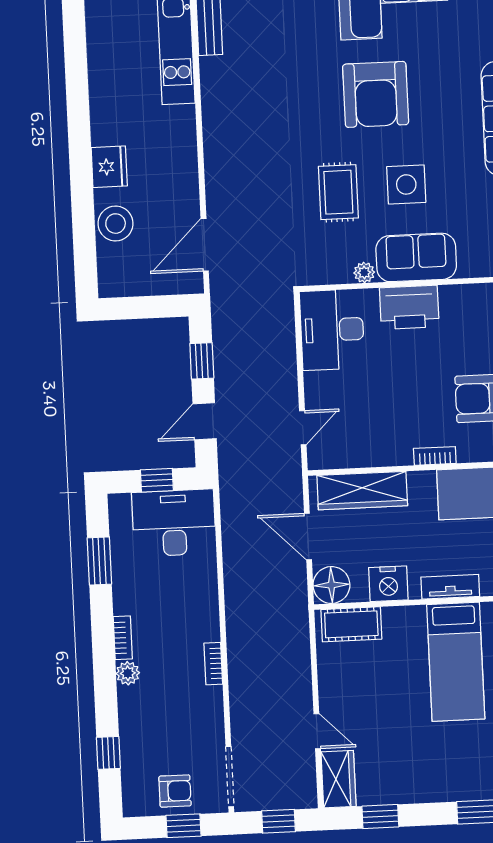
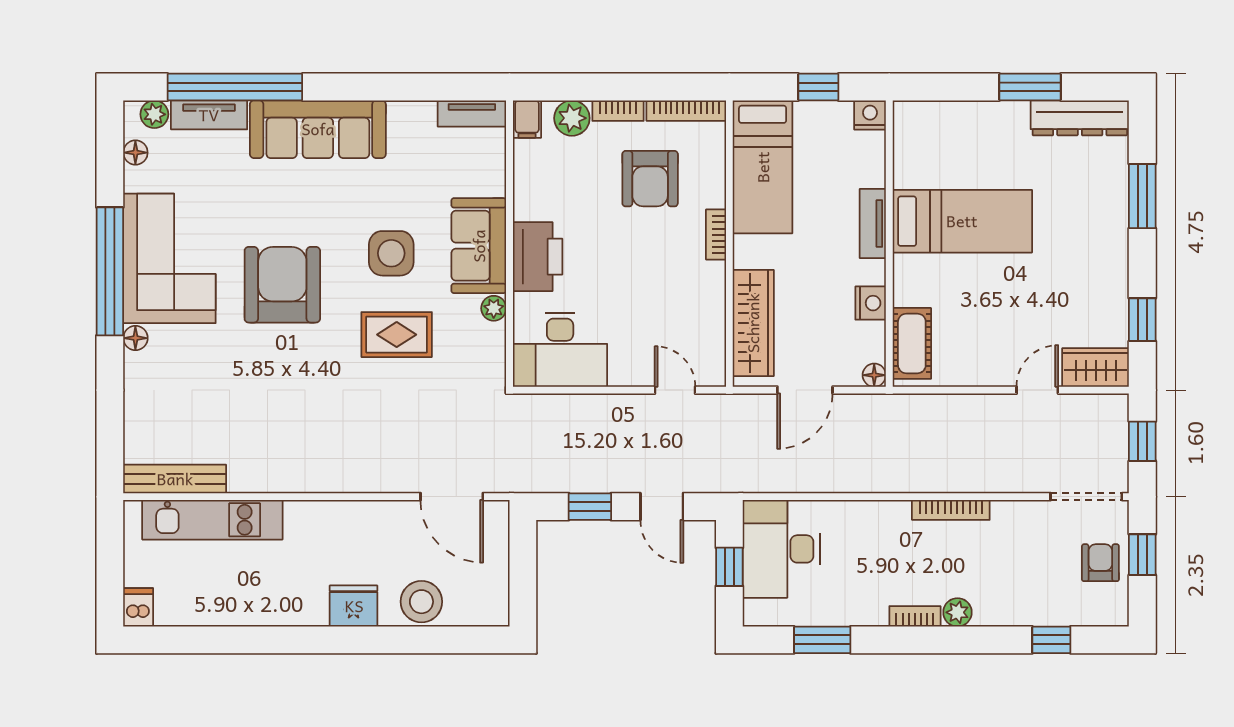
armchair: (376, 94) -> (282, 285), turned -90
nightstand: (388, 584) -> (871, 303), width x0.74, depth x0.75
floor lamp: (331, 585) -> (874, 375), width x0.53, depth x0.53
bookcase: (213, 664) -> (951, 510), width x1.56

